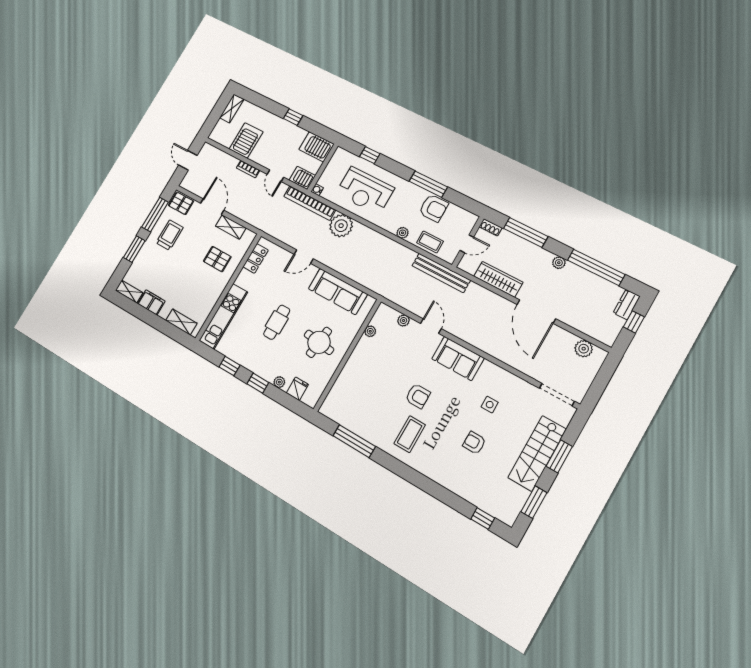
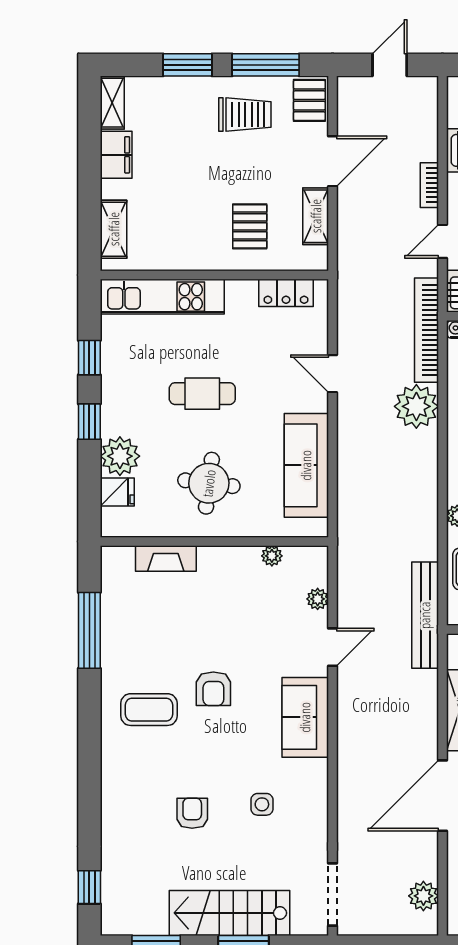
plant: (279, 382) -> (120, 456), width x1.88, depth x1.88
fireplace: (342, 383) -> (166, 559), added

